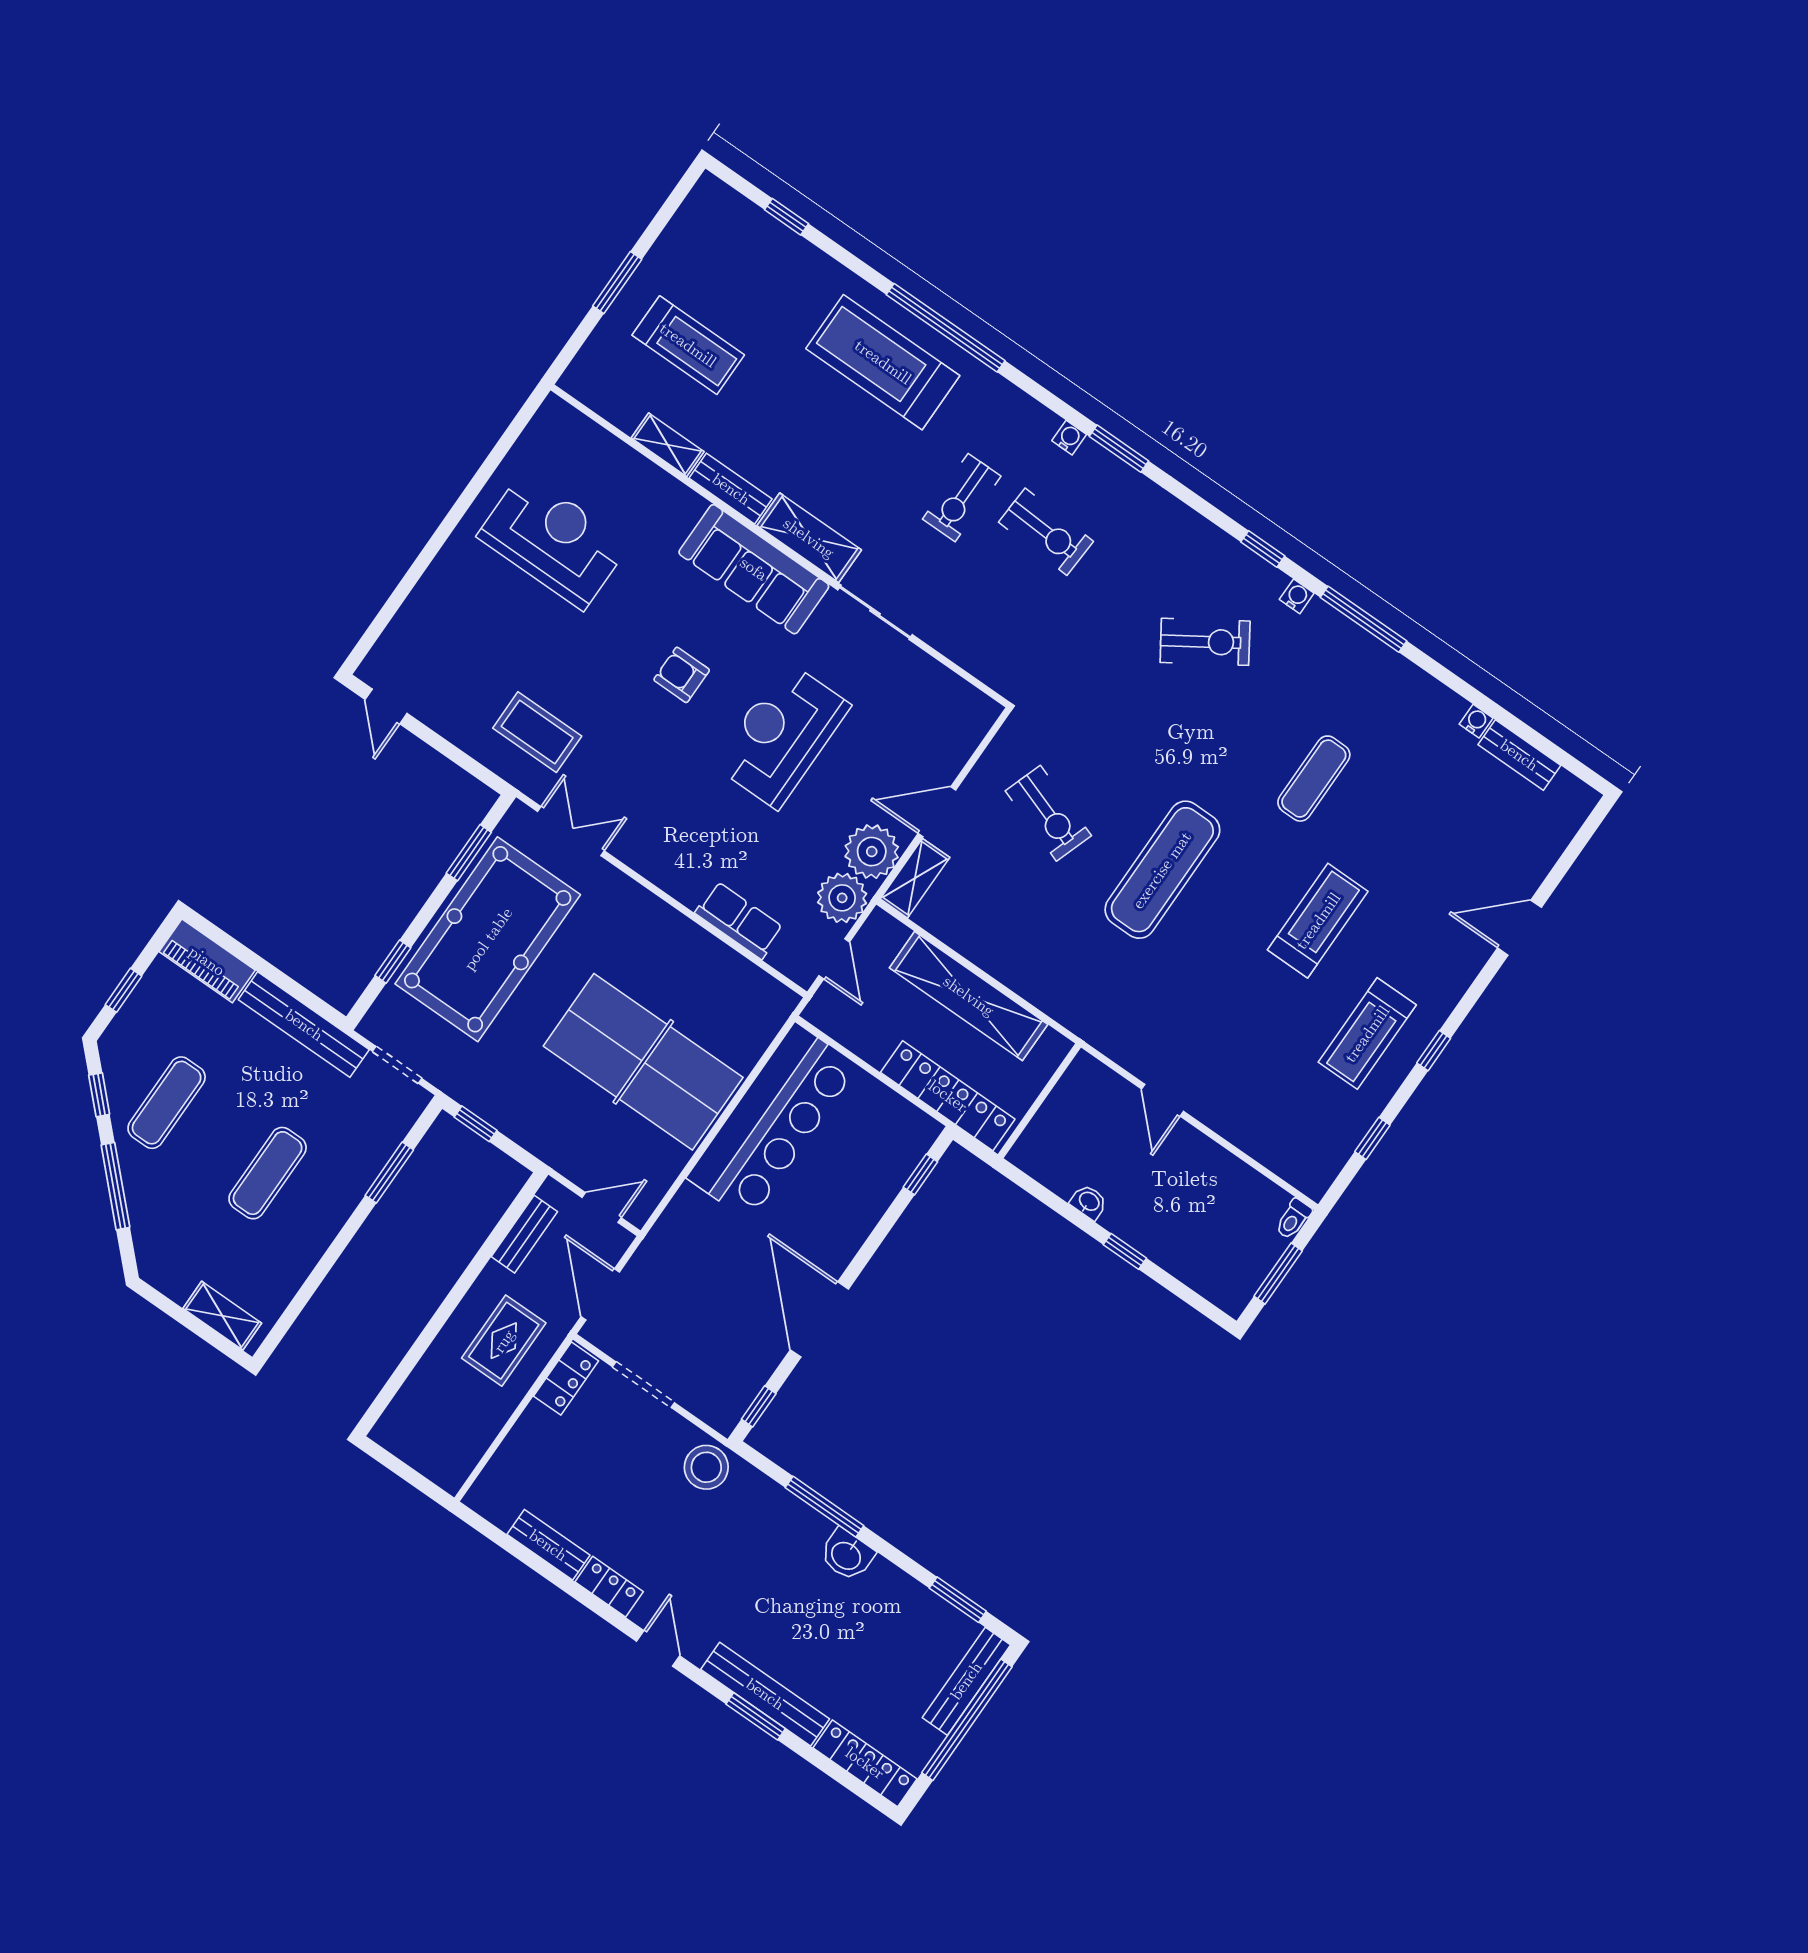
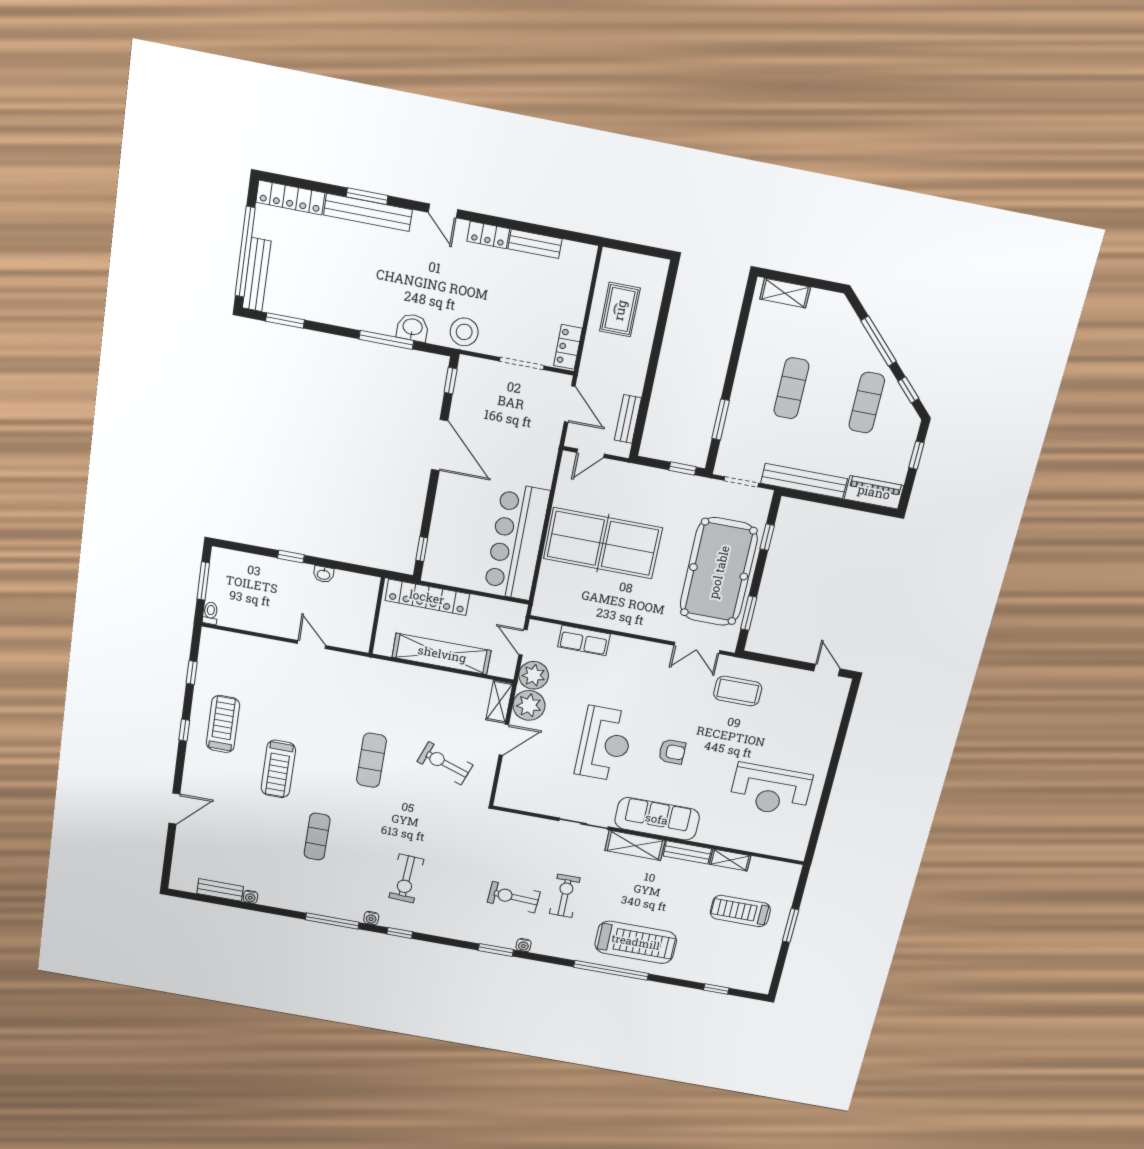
exercise bike: (1205, 642) -> (406, 878), turned -54
exercise mat: (1162, 870) -> (371, 760), width x0.73, depth x0.69
rug: (504, 1341) -> (620, 310), moved
washbasin: (847, 1555) -> (412, 328), moved

